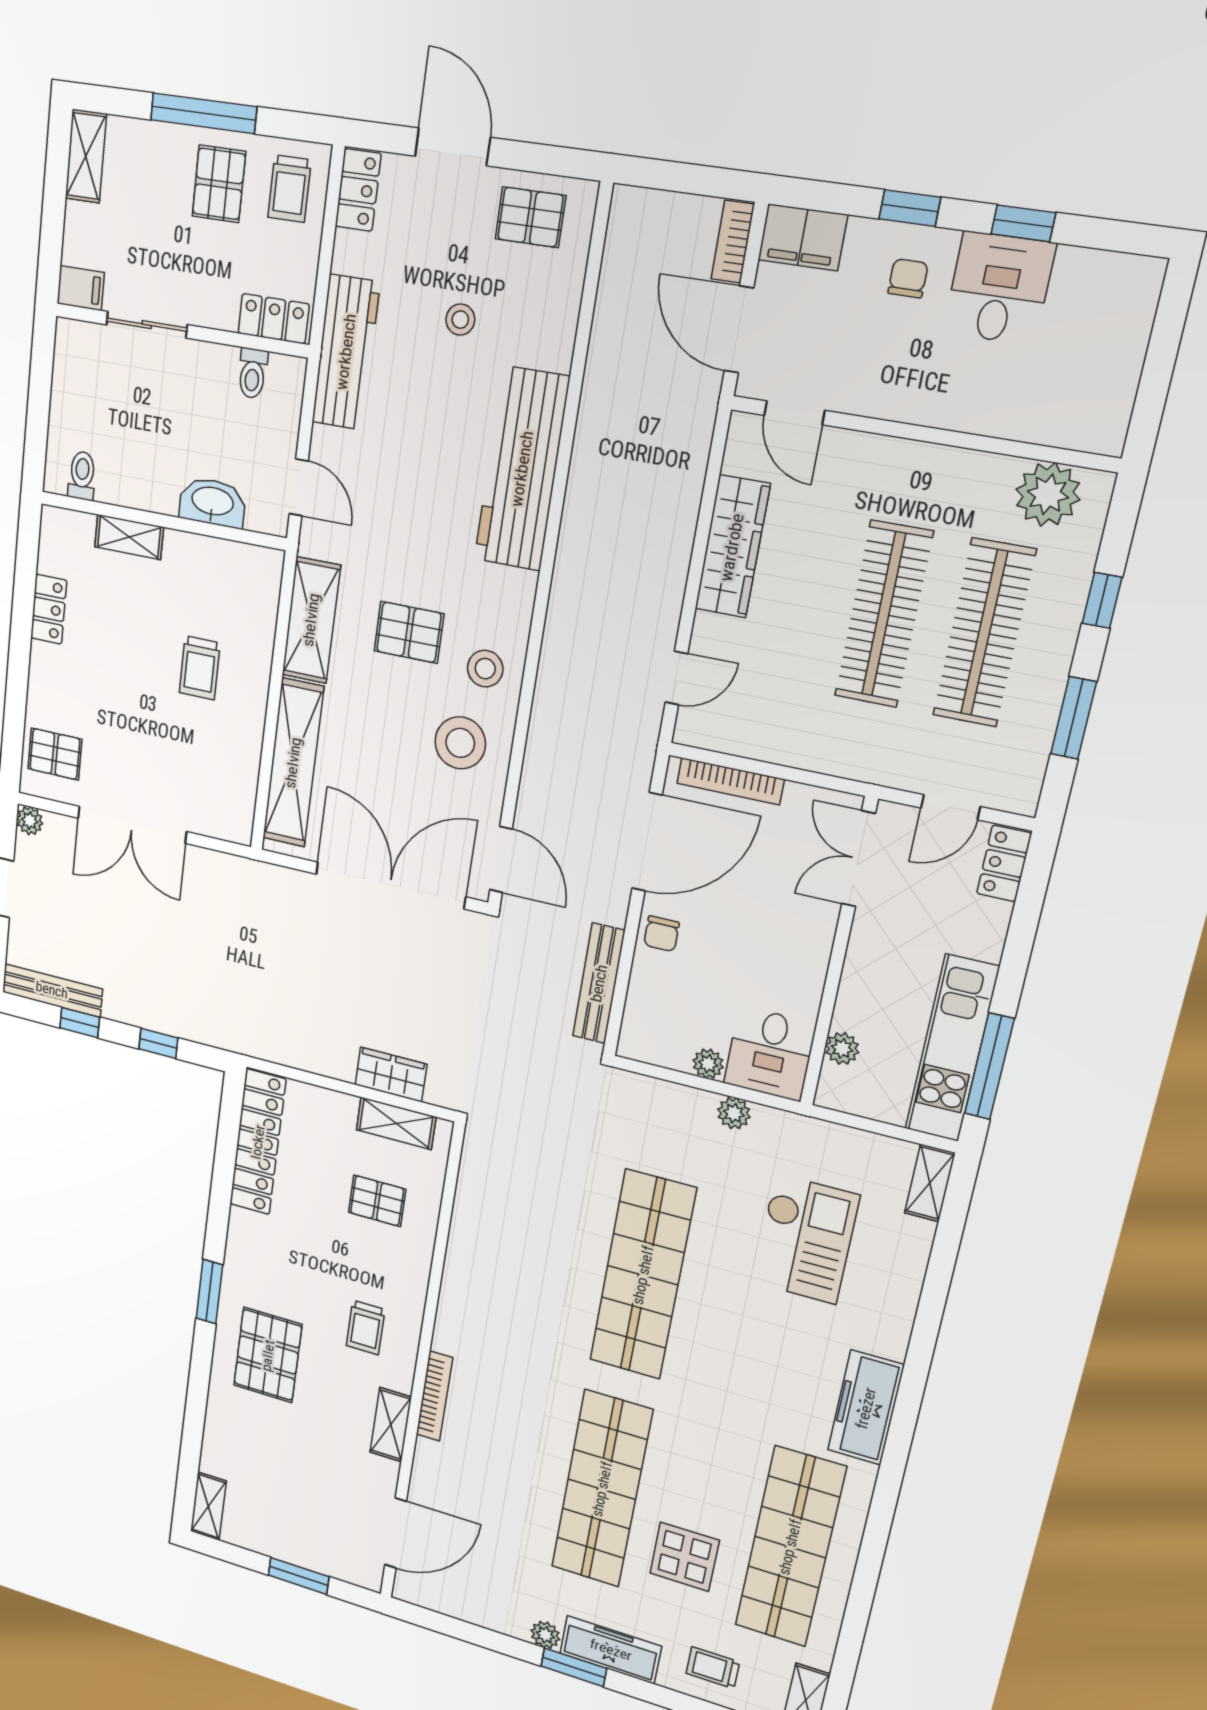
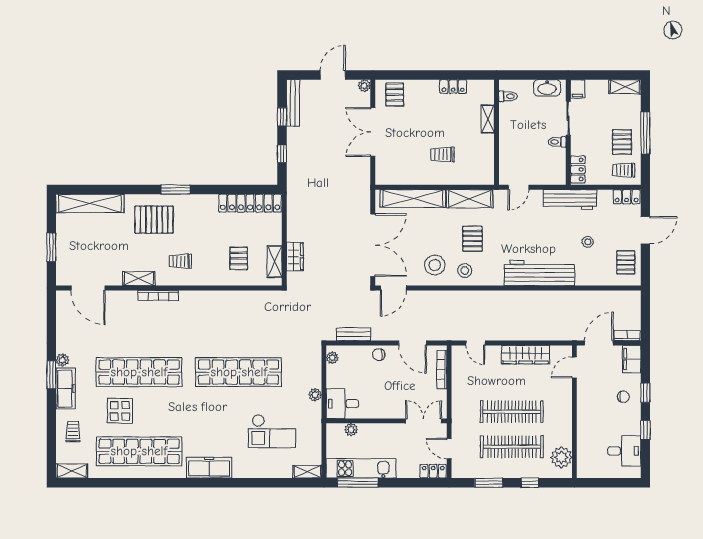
pallet: (219, 184) -> (622, 142), turned 90
desk: (999, 288) -> (624, 451), moved
toilet: (253, 373) -> (557, 142), moved
washbasin: (212, 502) -> (547, 88), moved, turned 90
door: (647, 842) -> (413, 343), width x0.73
bench: (599, 983) -> (353, 334), width x0.73
plant: (708, 1064) -> (332, 358), moved
shelving: (208, 1506) -> (90, 203), width x2.20, depth x1.33

